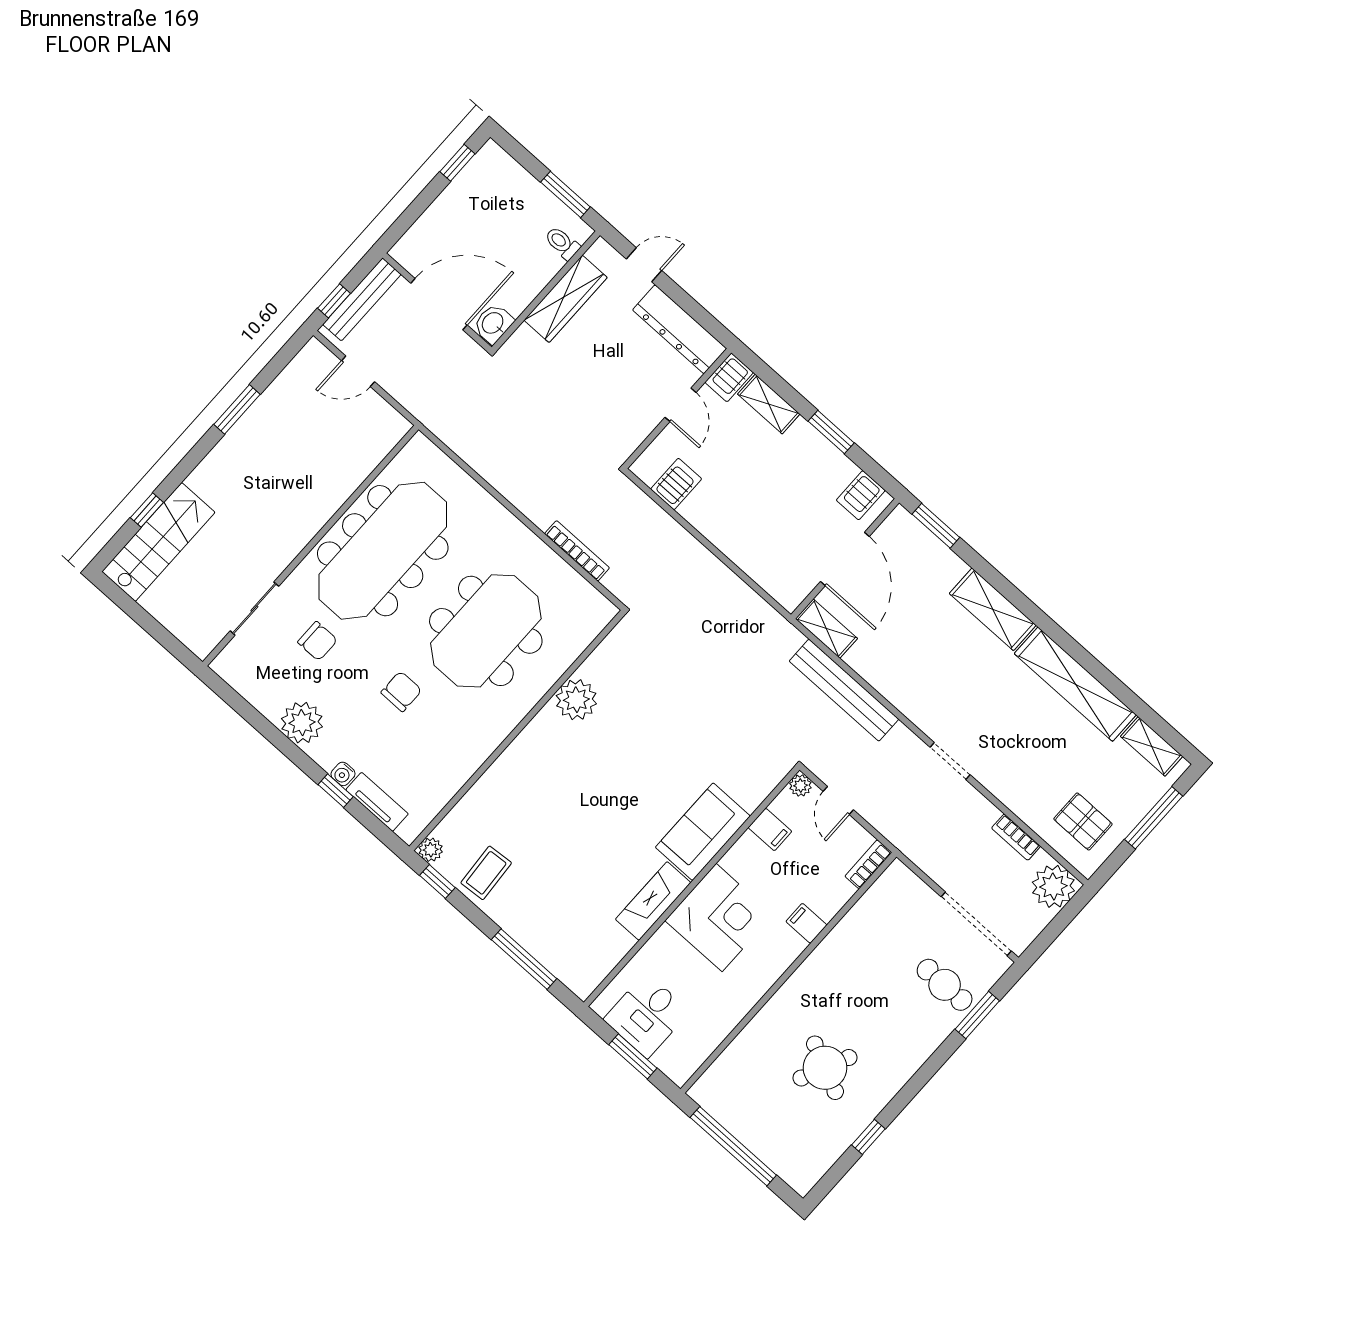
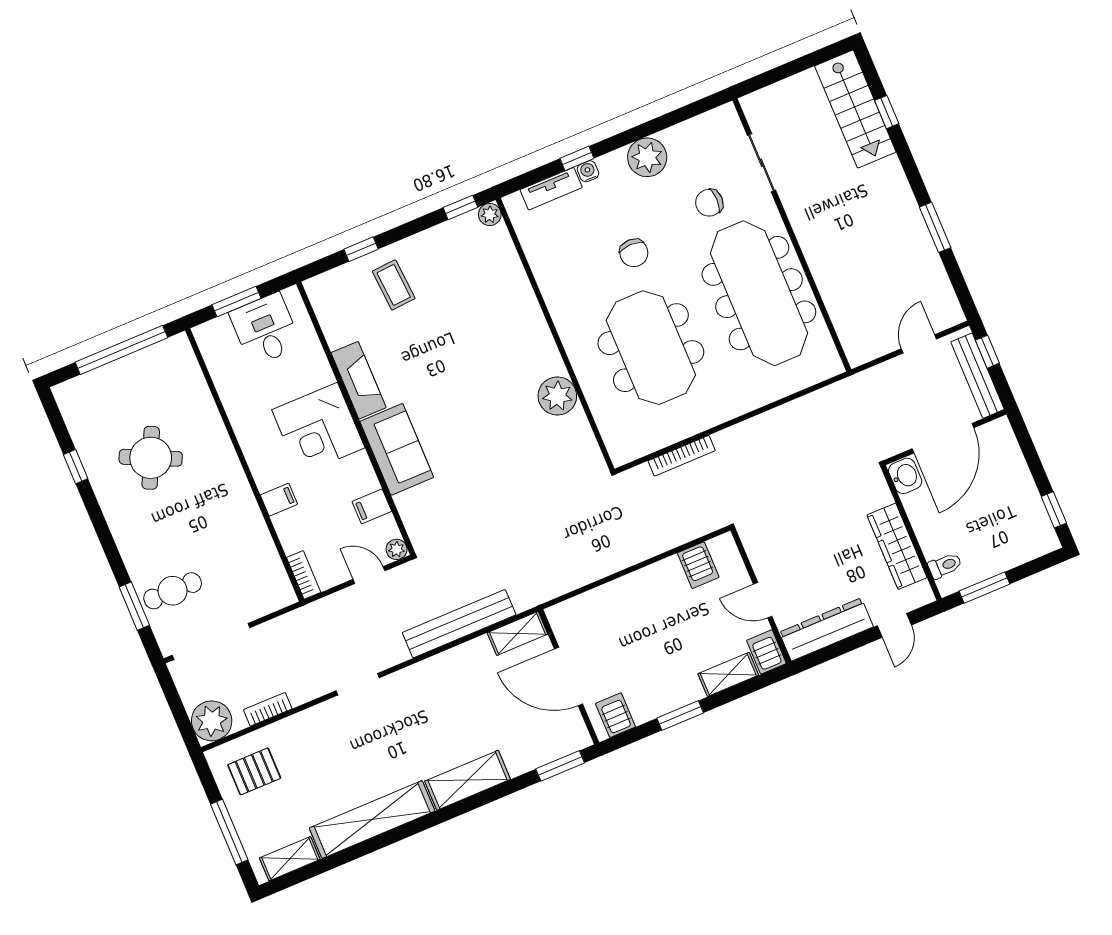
coffee table: (486, 873) -> (394, 285), moved
window: (524, 959) -> (361, 249), width x0.46

